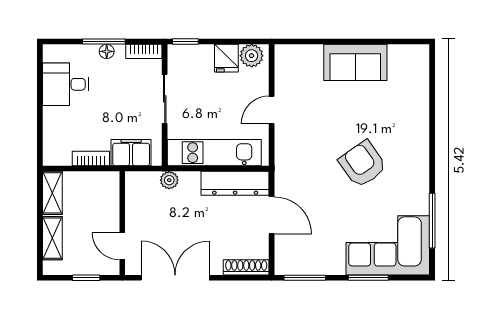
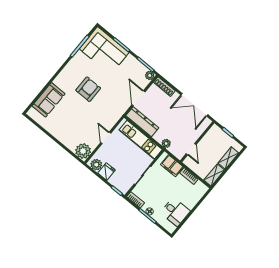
plant: (290, 60) -> (83, 151), added
sofa: (355, 62) -> (49, 100), moved, turned 90
door: (272, 110) -> (106, 138), swing flipped
armchair: (363, 164) -> (88, 89), turned -145
door: (122, 246) -> (191, 149), moved
plant: (284, 266) -> (150, 75), added

